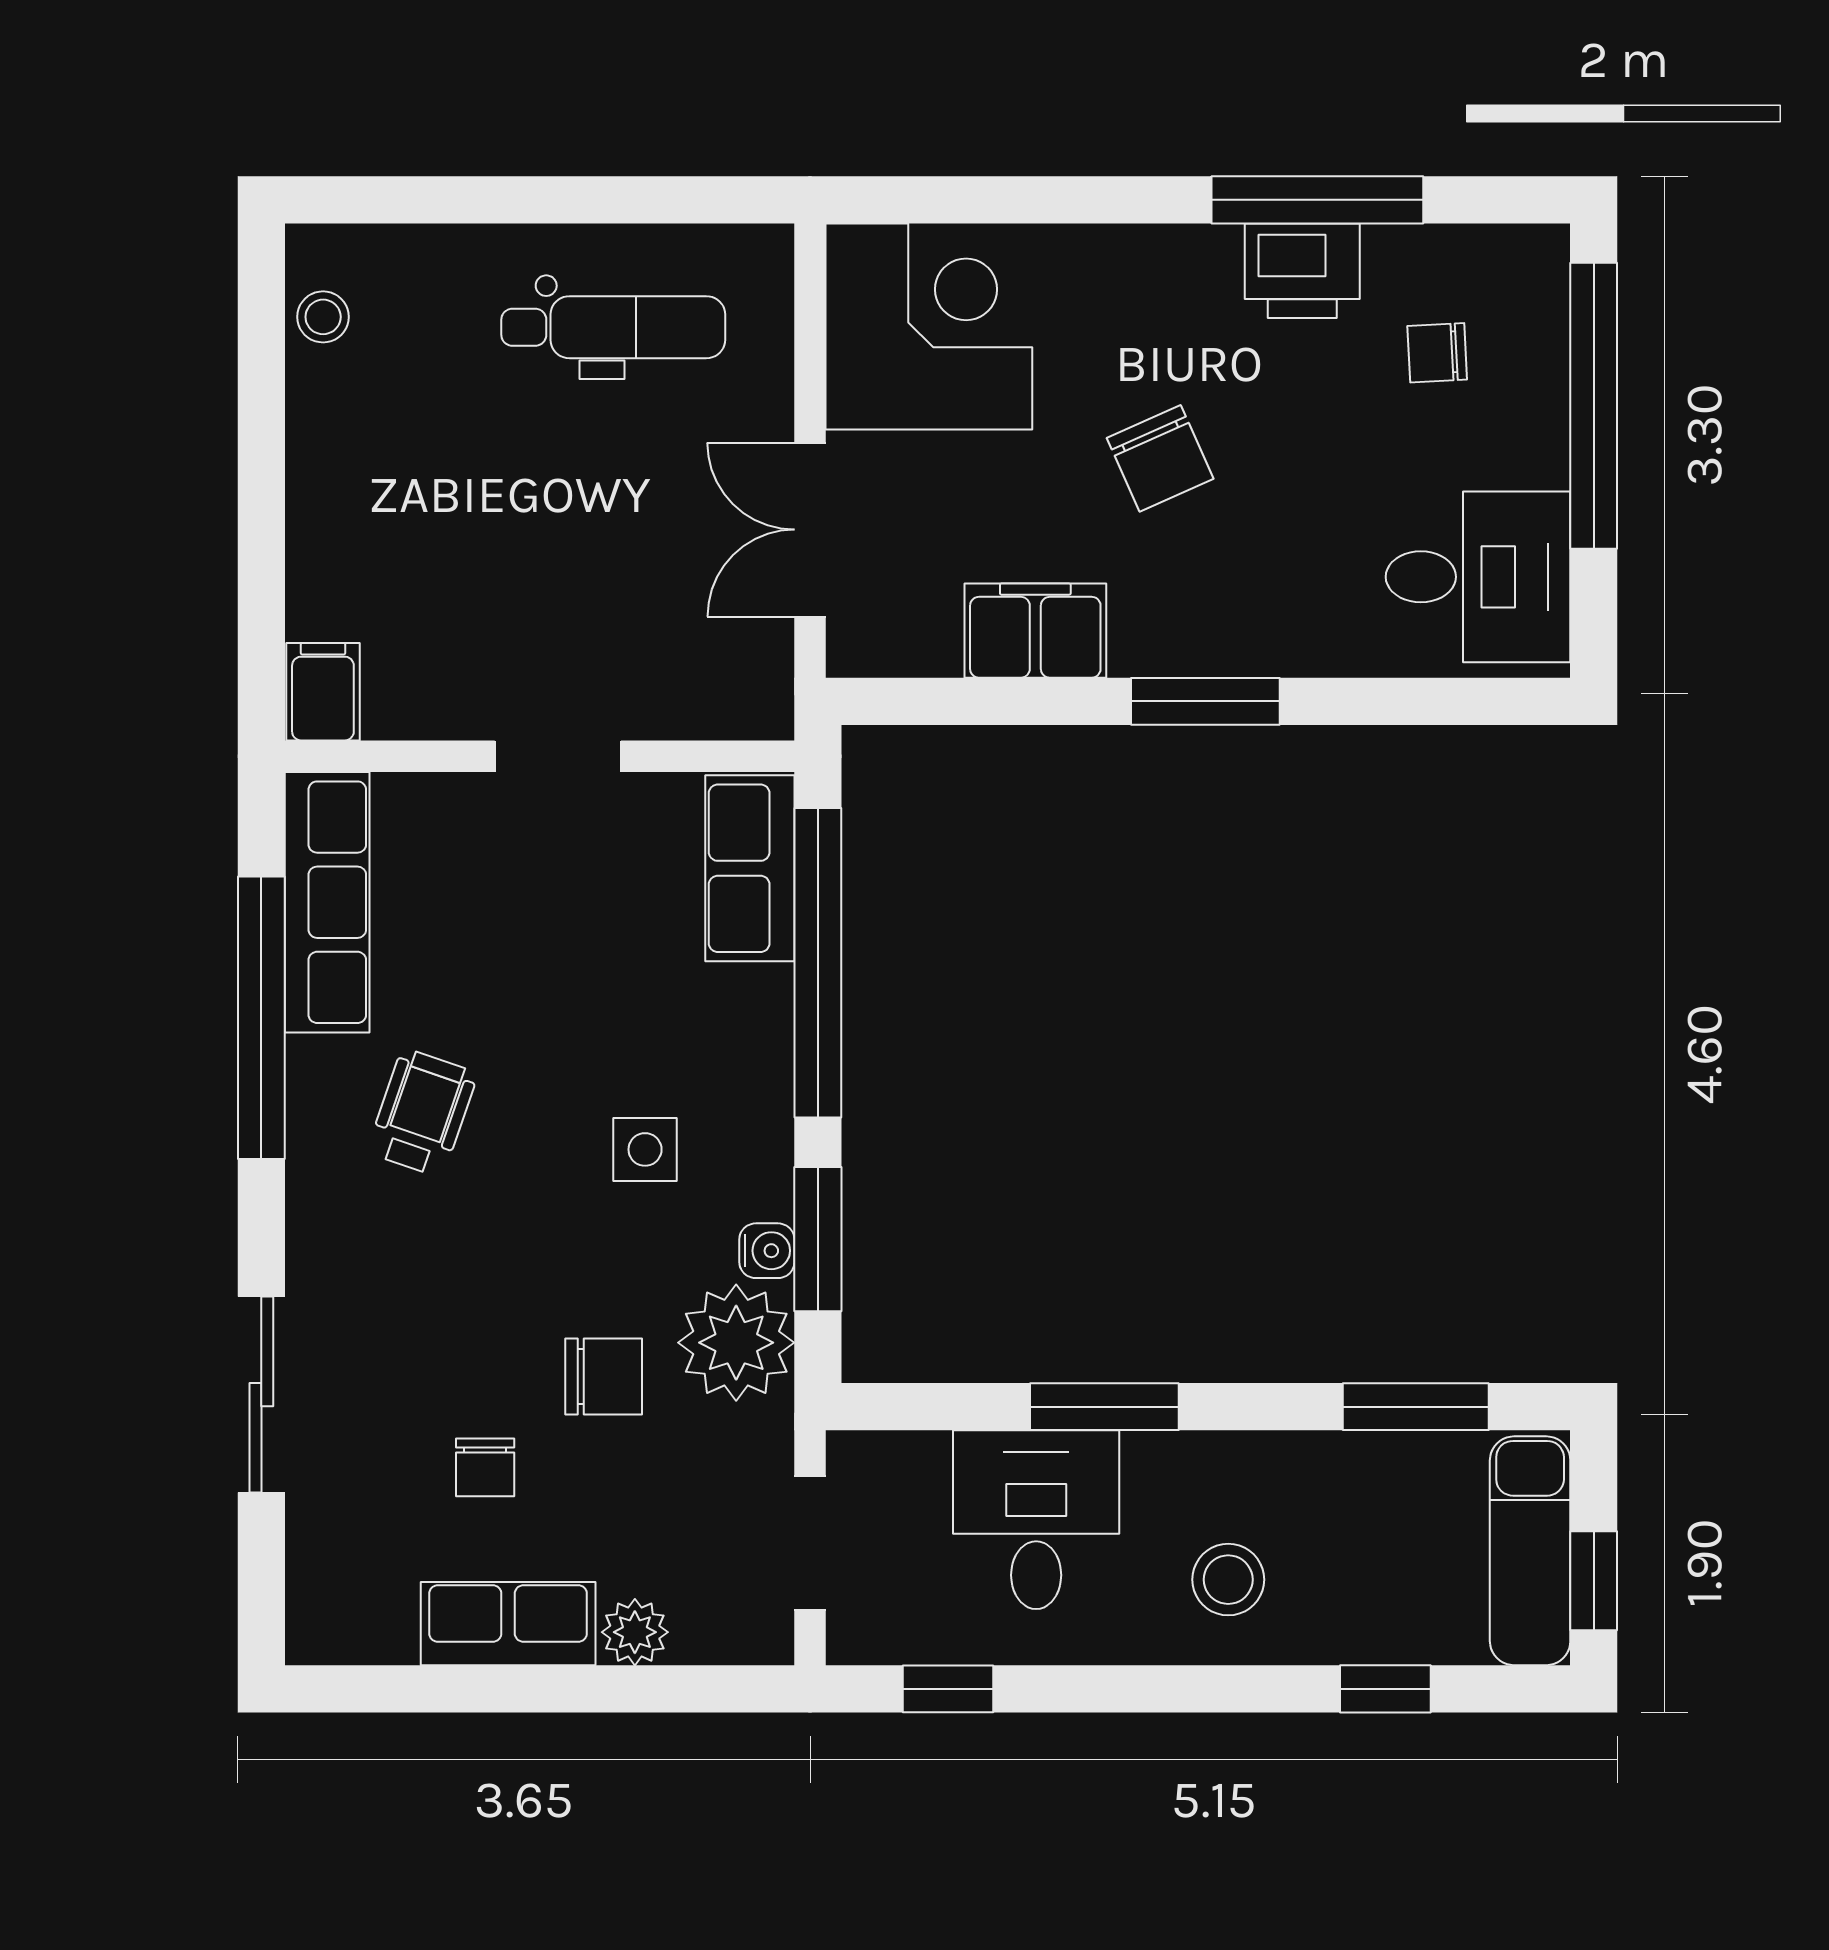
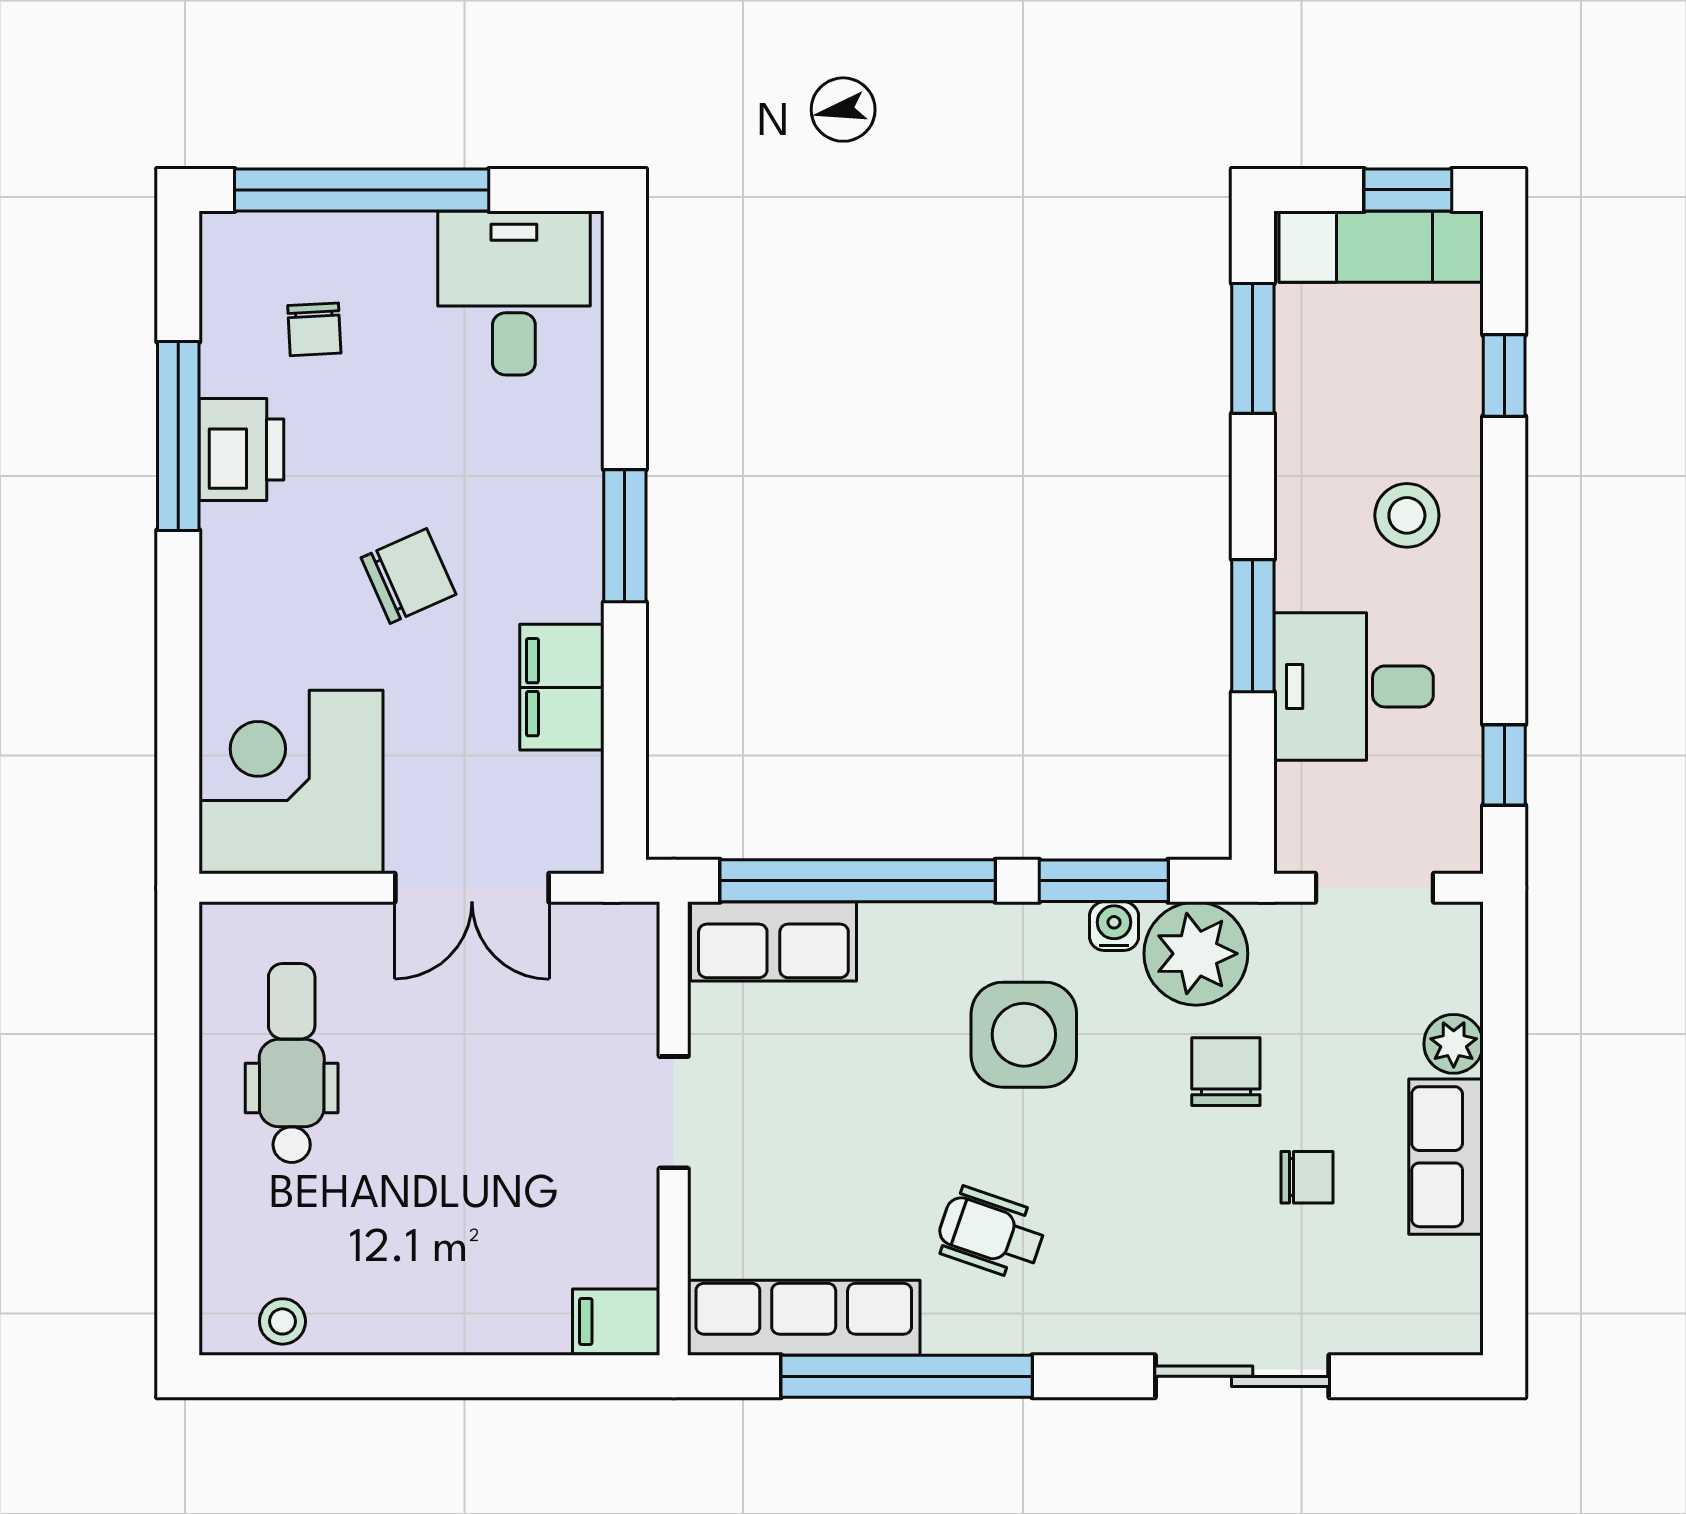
side table: (645, 1149) -> (1024, 1035), width x1.87, depth x1.87

